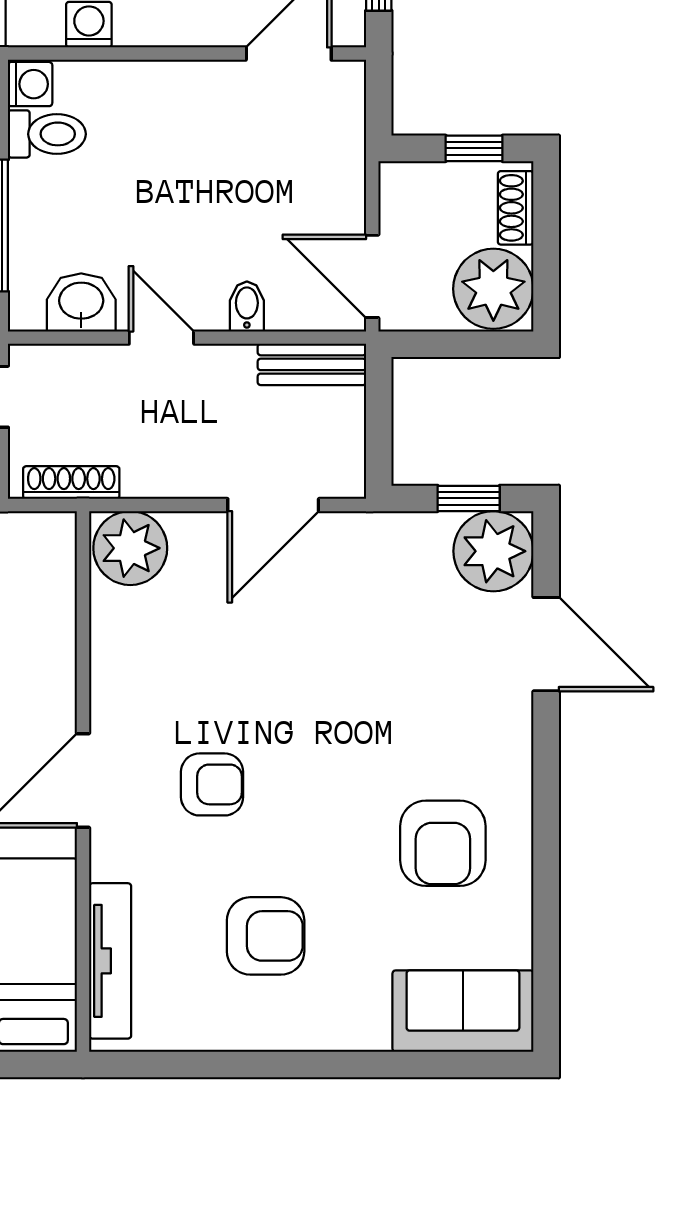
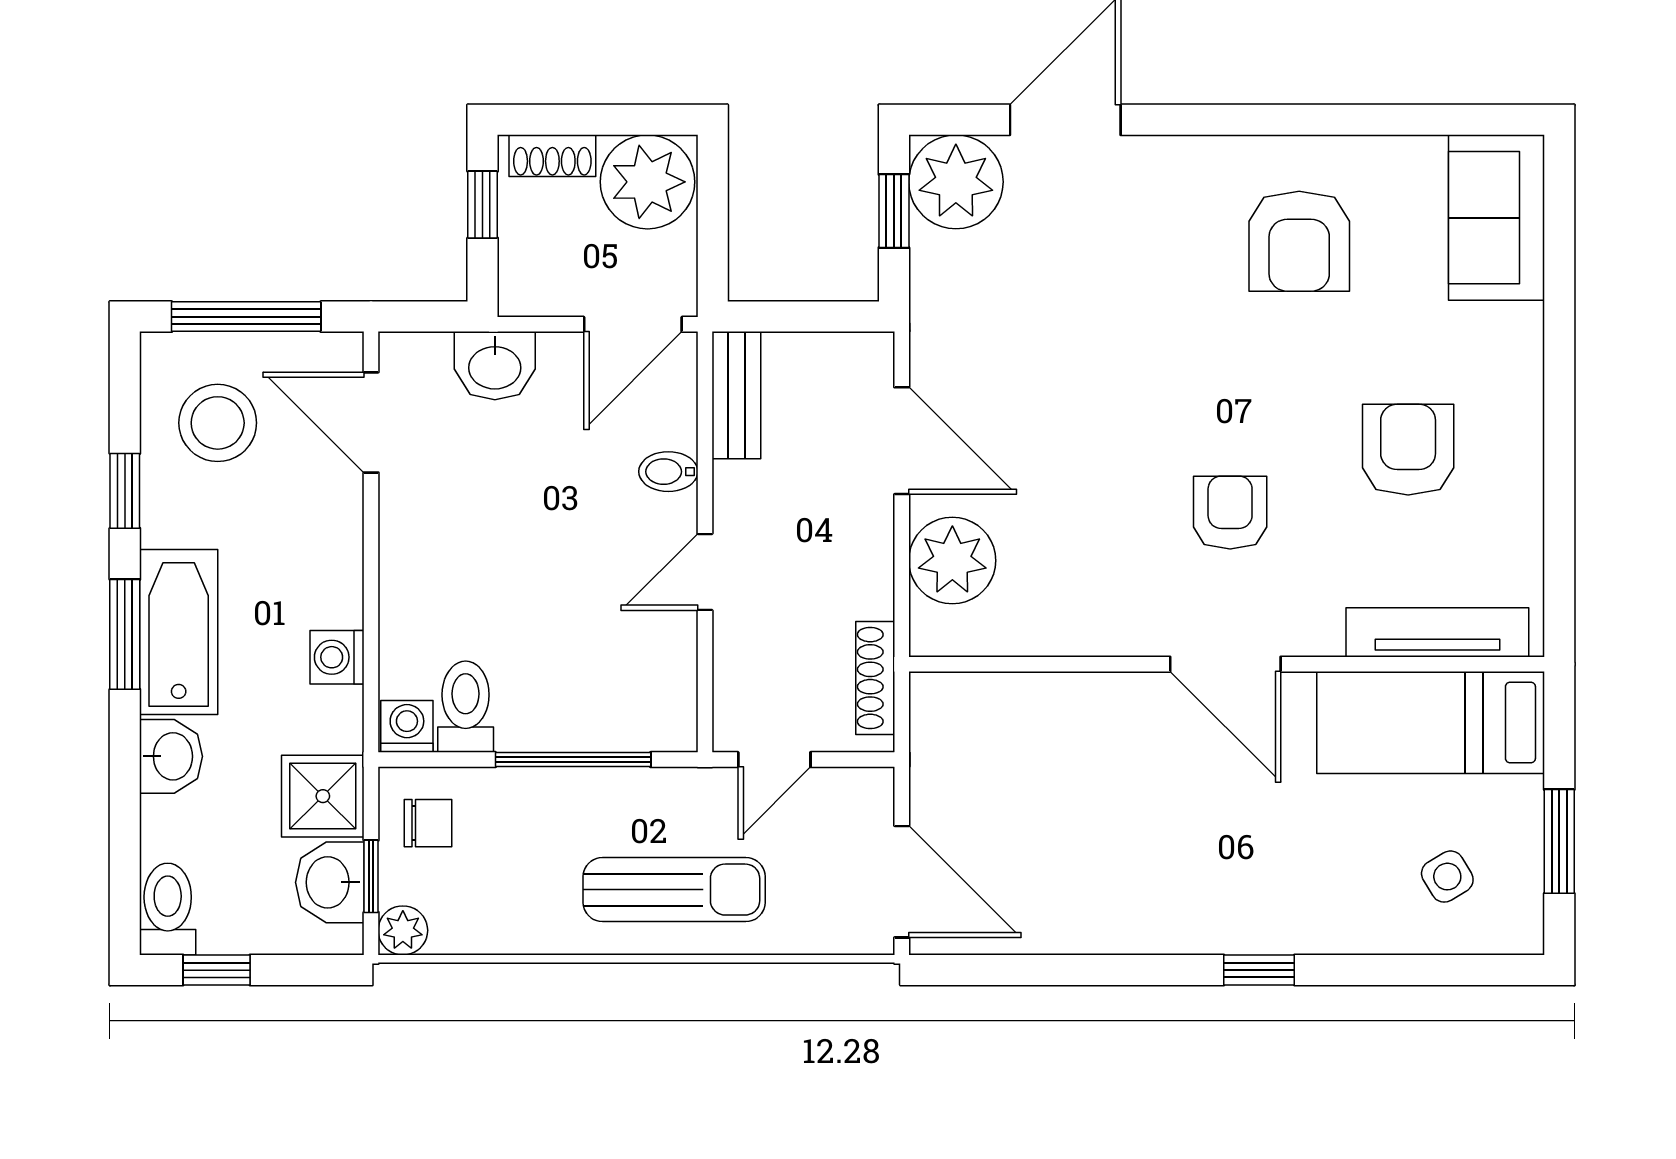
washbasin: (81, 302) -> (495, 366), moved, turned -90
plant: (130, 548) -> (952, 561), moved
armchair: (443, 843) -> (1299, 241), turned 90

